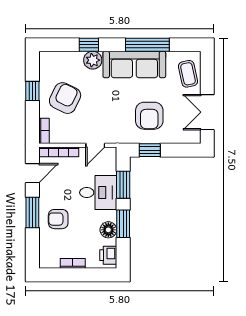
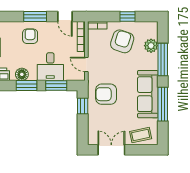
window: (89, 45) -> (163, 60), width x2.17
plant: (93, 60) -> (151, 46), moved
armchair: (65, 98) -> (122, 41), turned -98
armchair: (149, 116) -> (106, 94), moved

